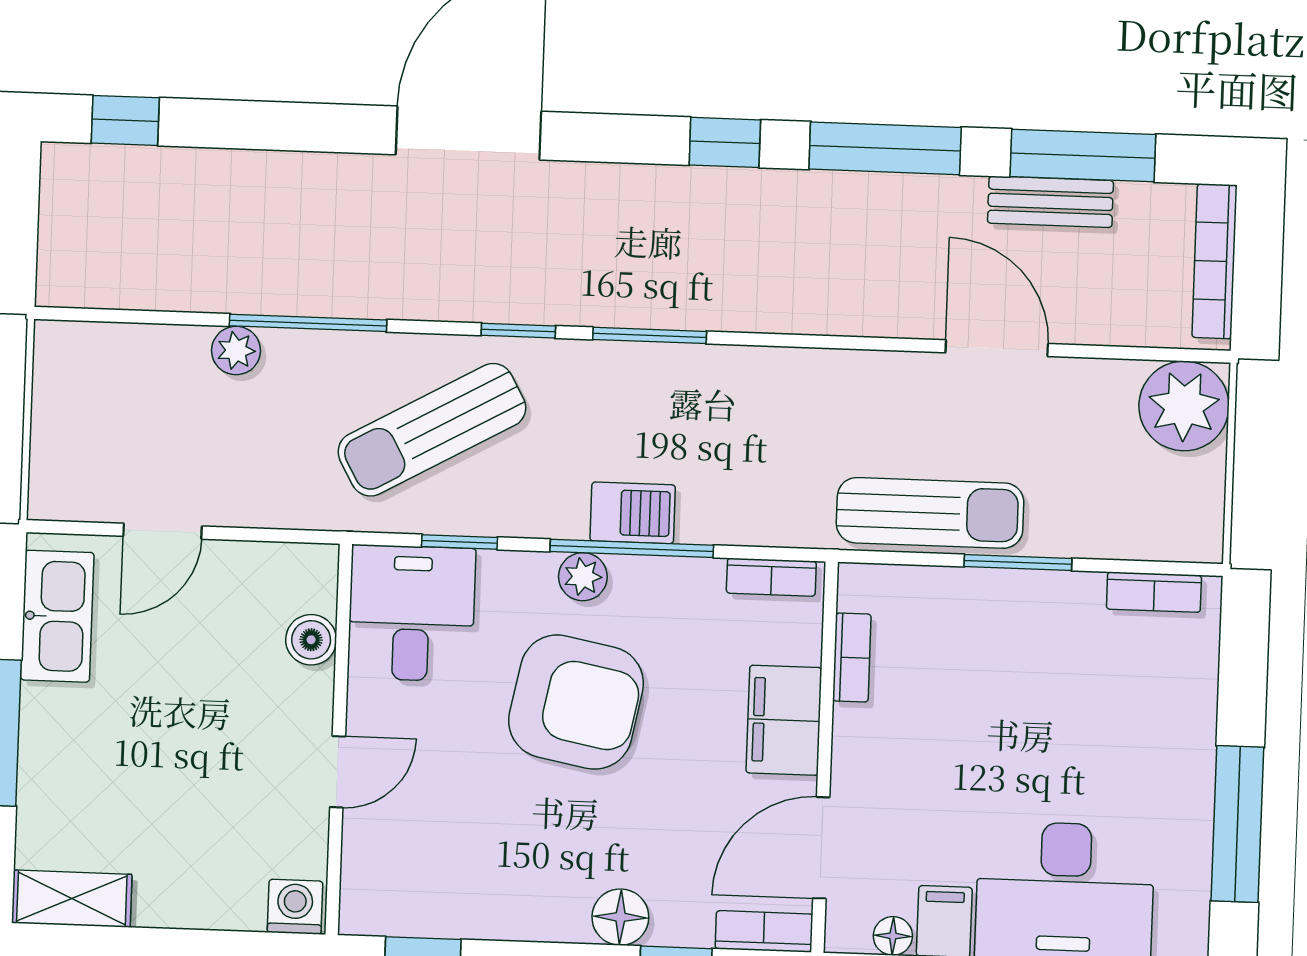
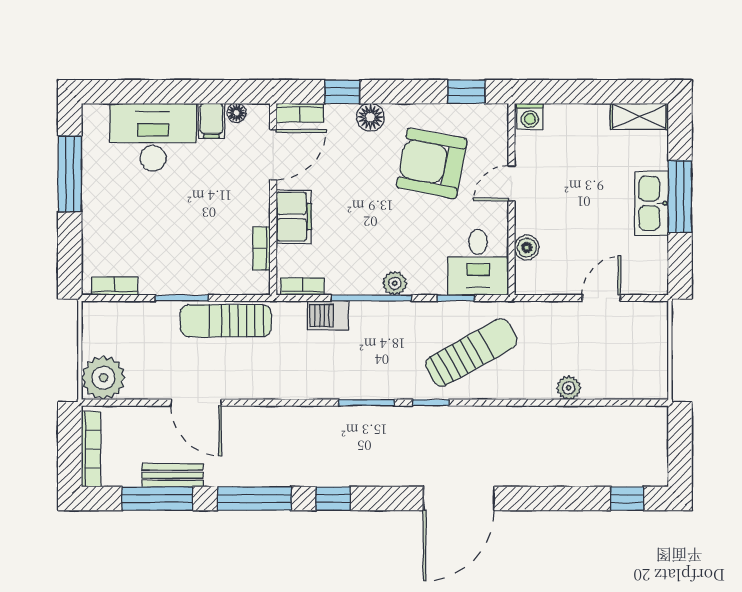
window: (308, 323) -> (534, 403), removed
barbecue: (633, 513) -> (328, 315), moved
kitchen sink: (57, 616) -> (652, 203), moved
armchair: (576, 702) -> (432, 163), moved

